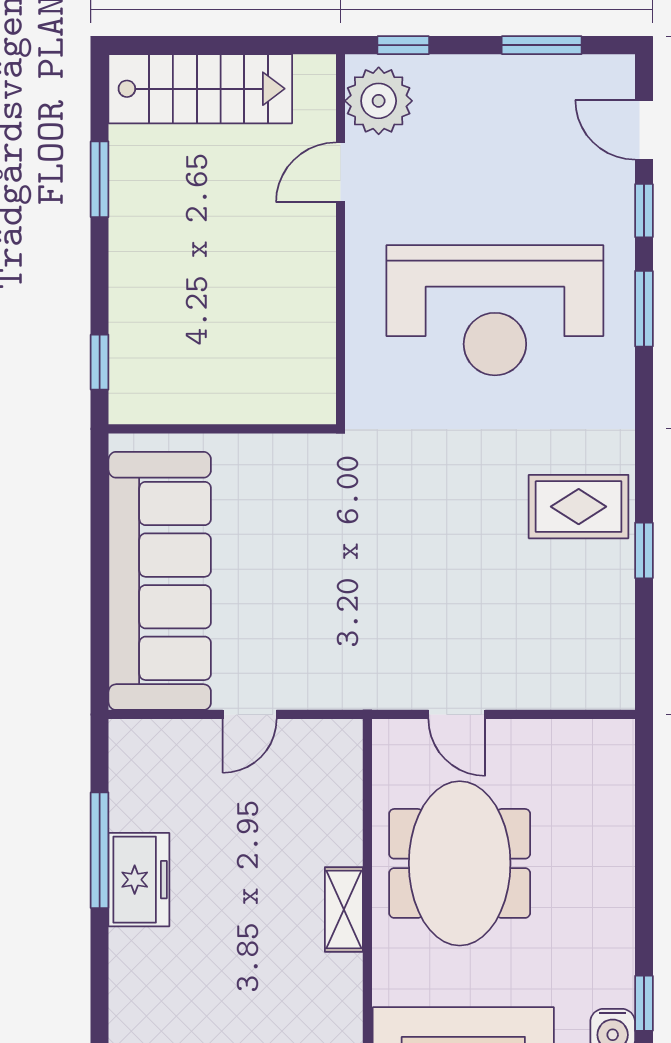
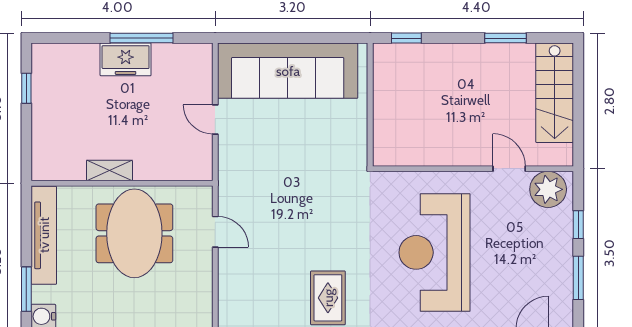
window: (403, 45) -> (578, 225), moved
door: (457, 714) -> (215, 232), swing flipped
meeting table: (460, 863) -> (134, 233), turned 90

